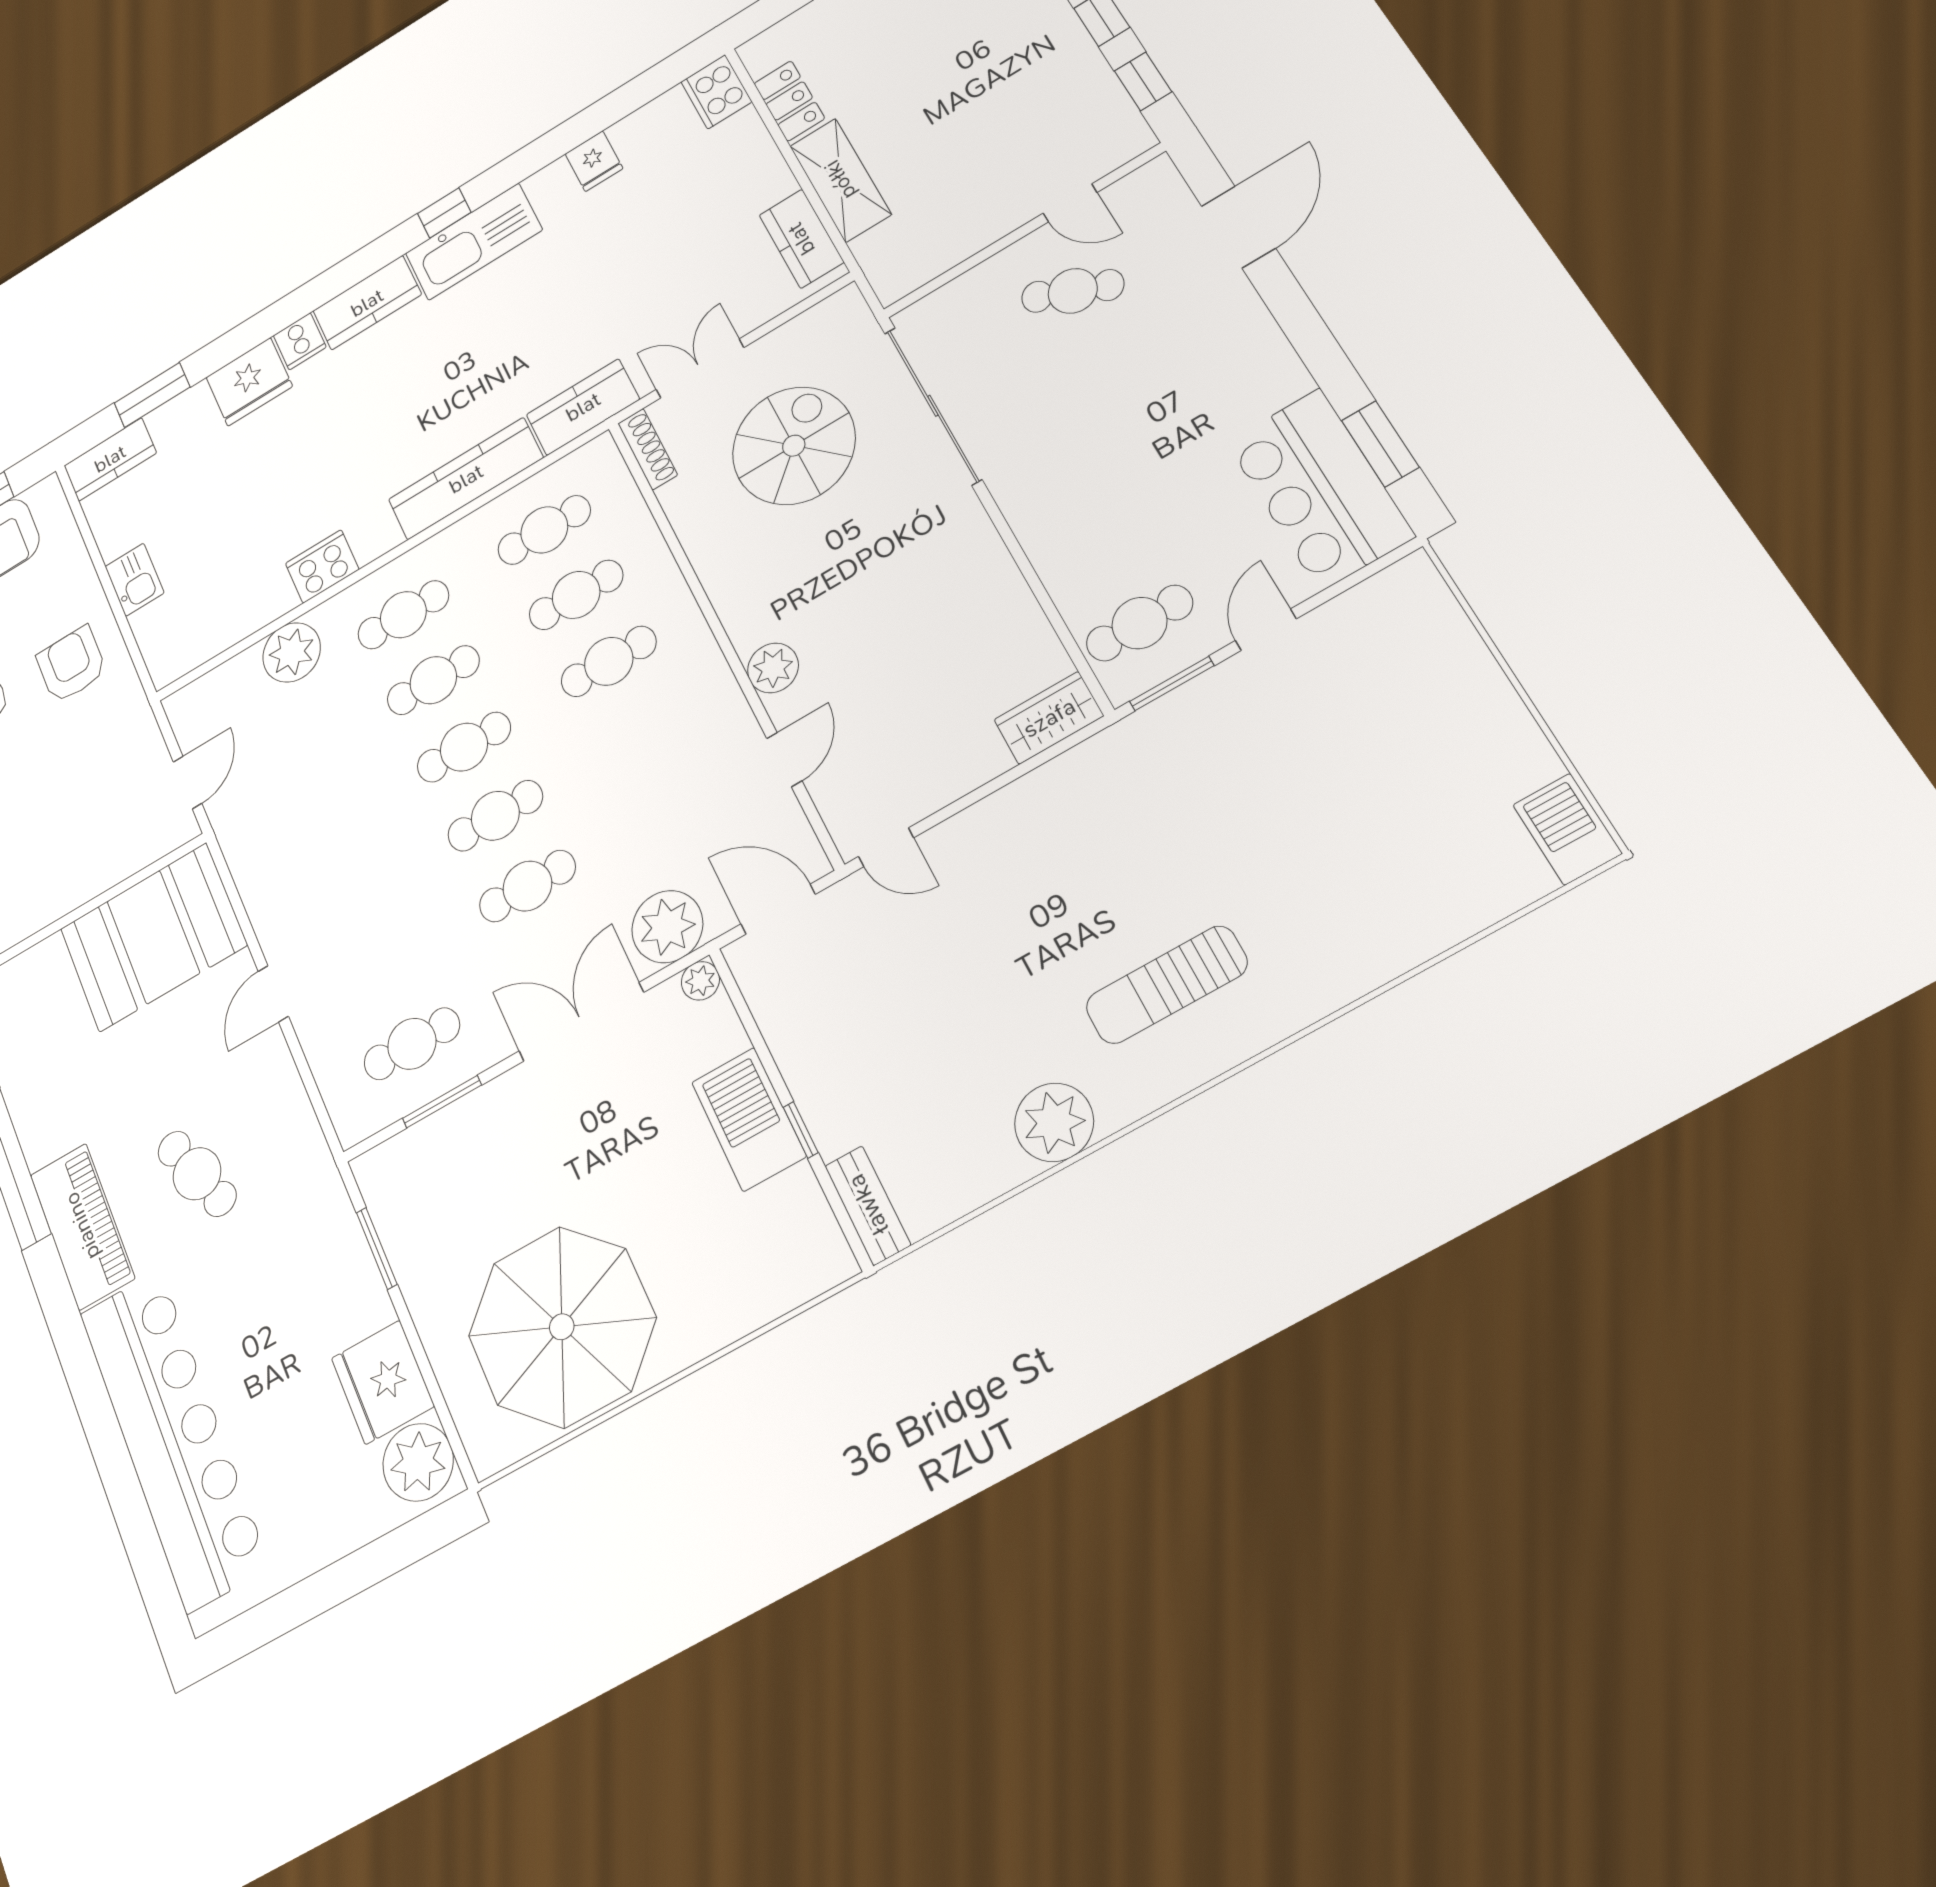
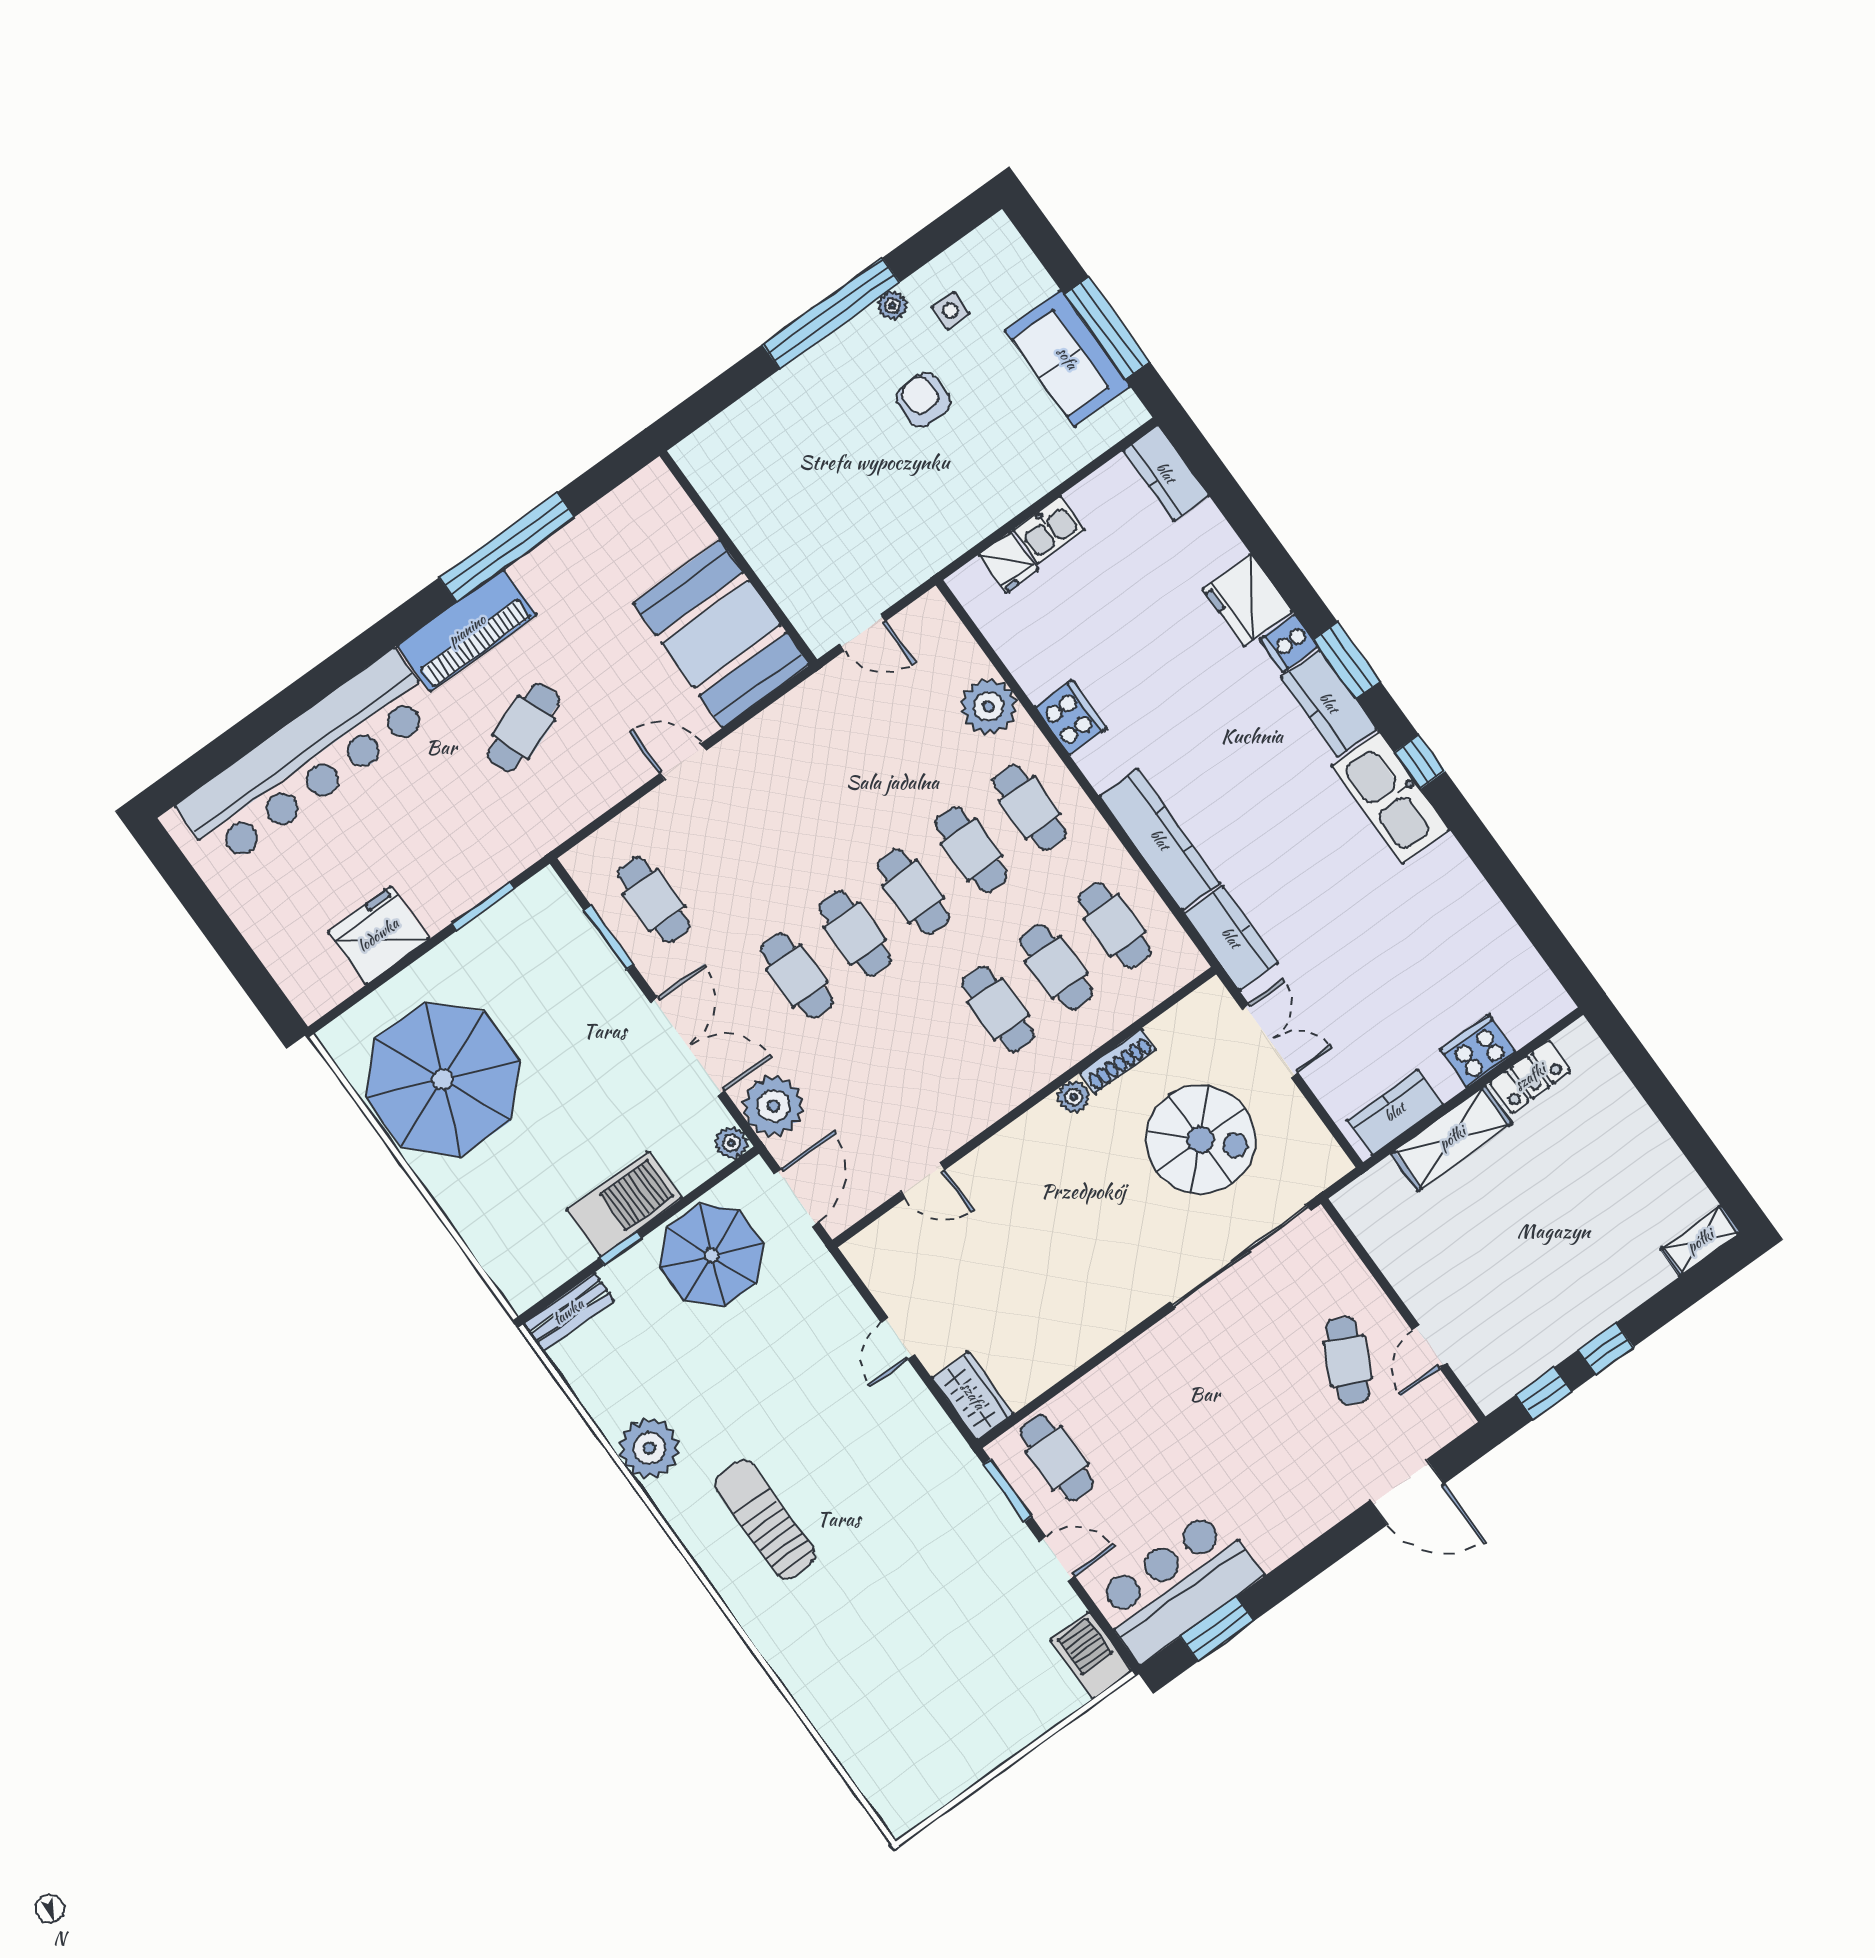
cooker: (716, 92) -> (1478, 1051), moved
fridge: (594, 161) -> (1008, 562), moved, turned -90
window: (152, 395) -> (1347, 661), moved
shoe rack: (648, 449) -> (1118, 1061), moved
armchair: (71, 665) -> (964, 485), removed
plant: (773, 668) -> (1074, 1097), moved, width x0.73, depth x0.73
barbecue: (1567, 829) -> (1091, 1656), moved, turned -90
door: (886, 847) -> (898, 1338), moved
parasol: (828, 1018) -> (712, 1255), added
plant: (418, 1462) -> (322, 980), removed

